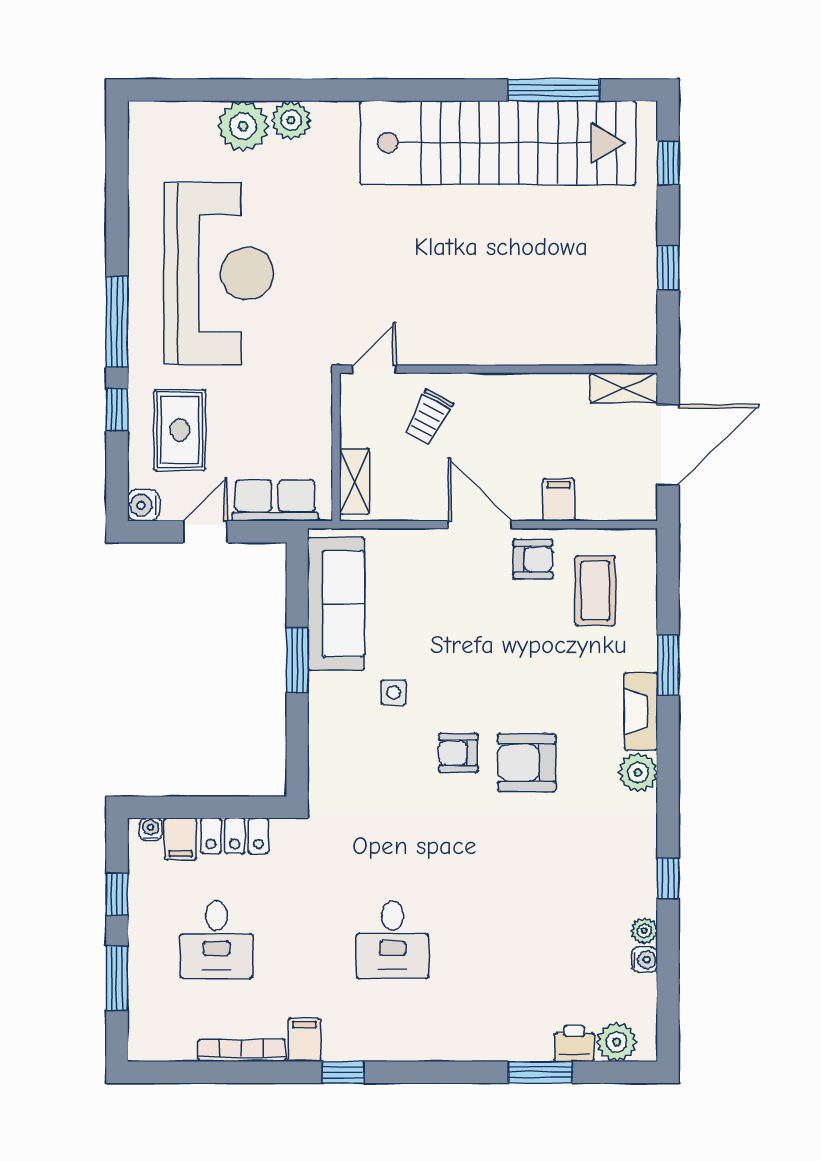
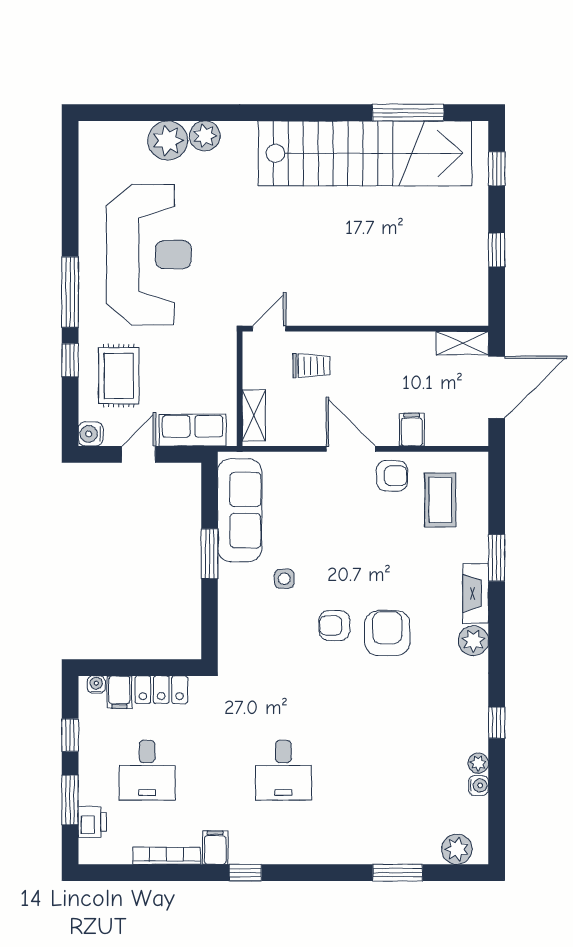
trolley: (429, 417) -> (311, 366), turned -118
armchair: (527, 763) -> (387, 633), turned 90
printer: (574, 1044) -> (92, 822), moved, turned 90

